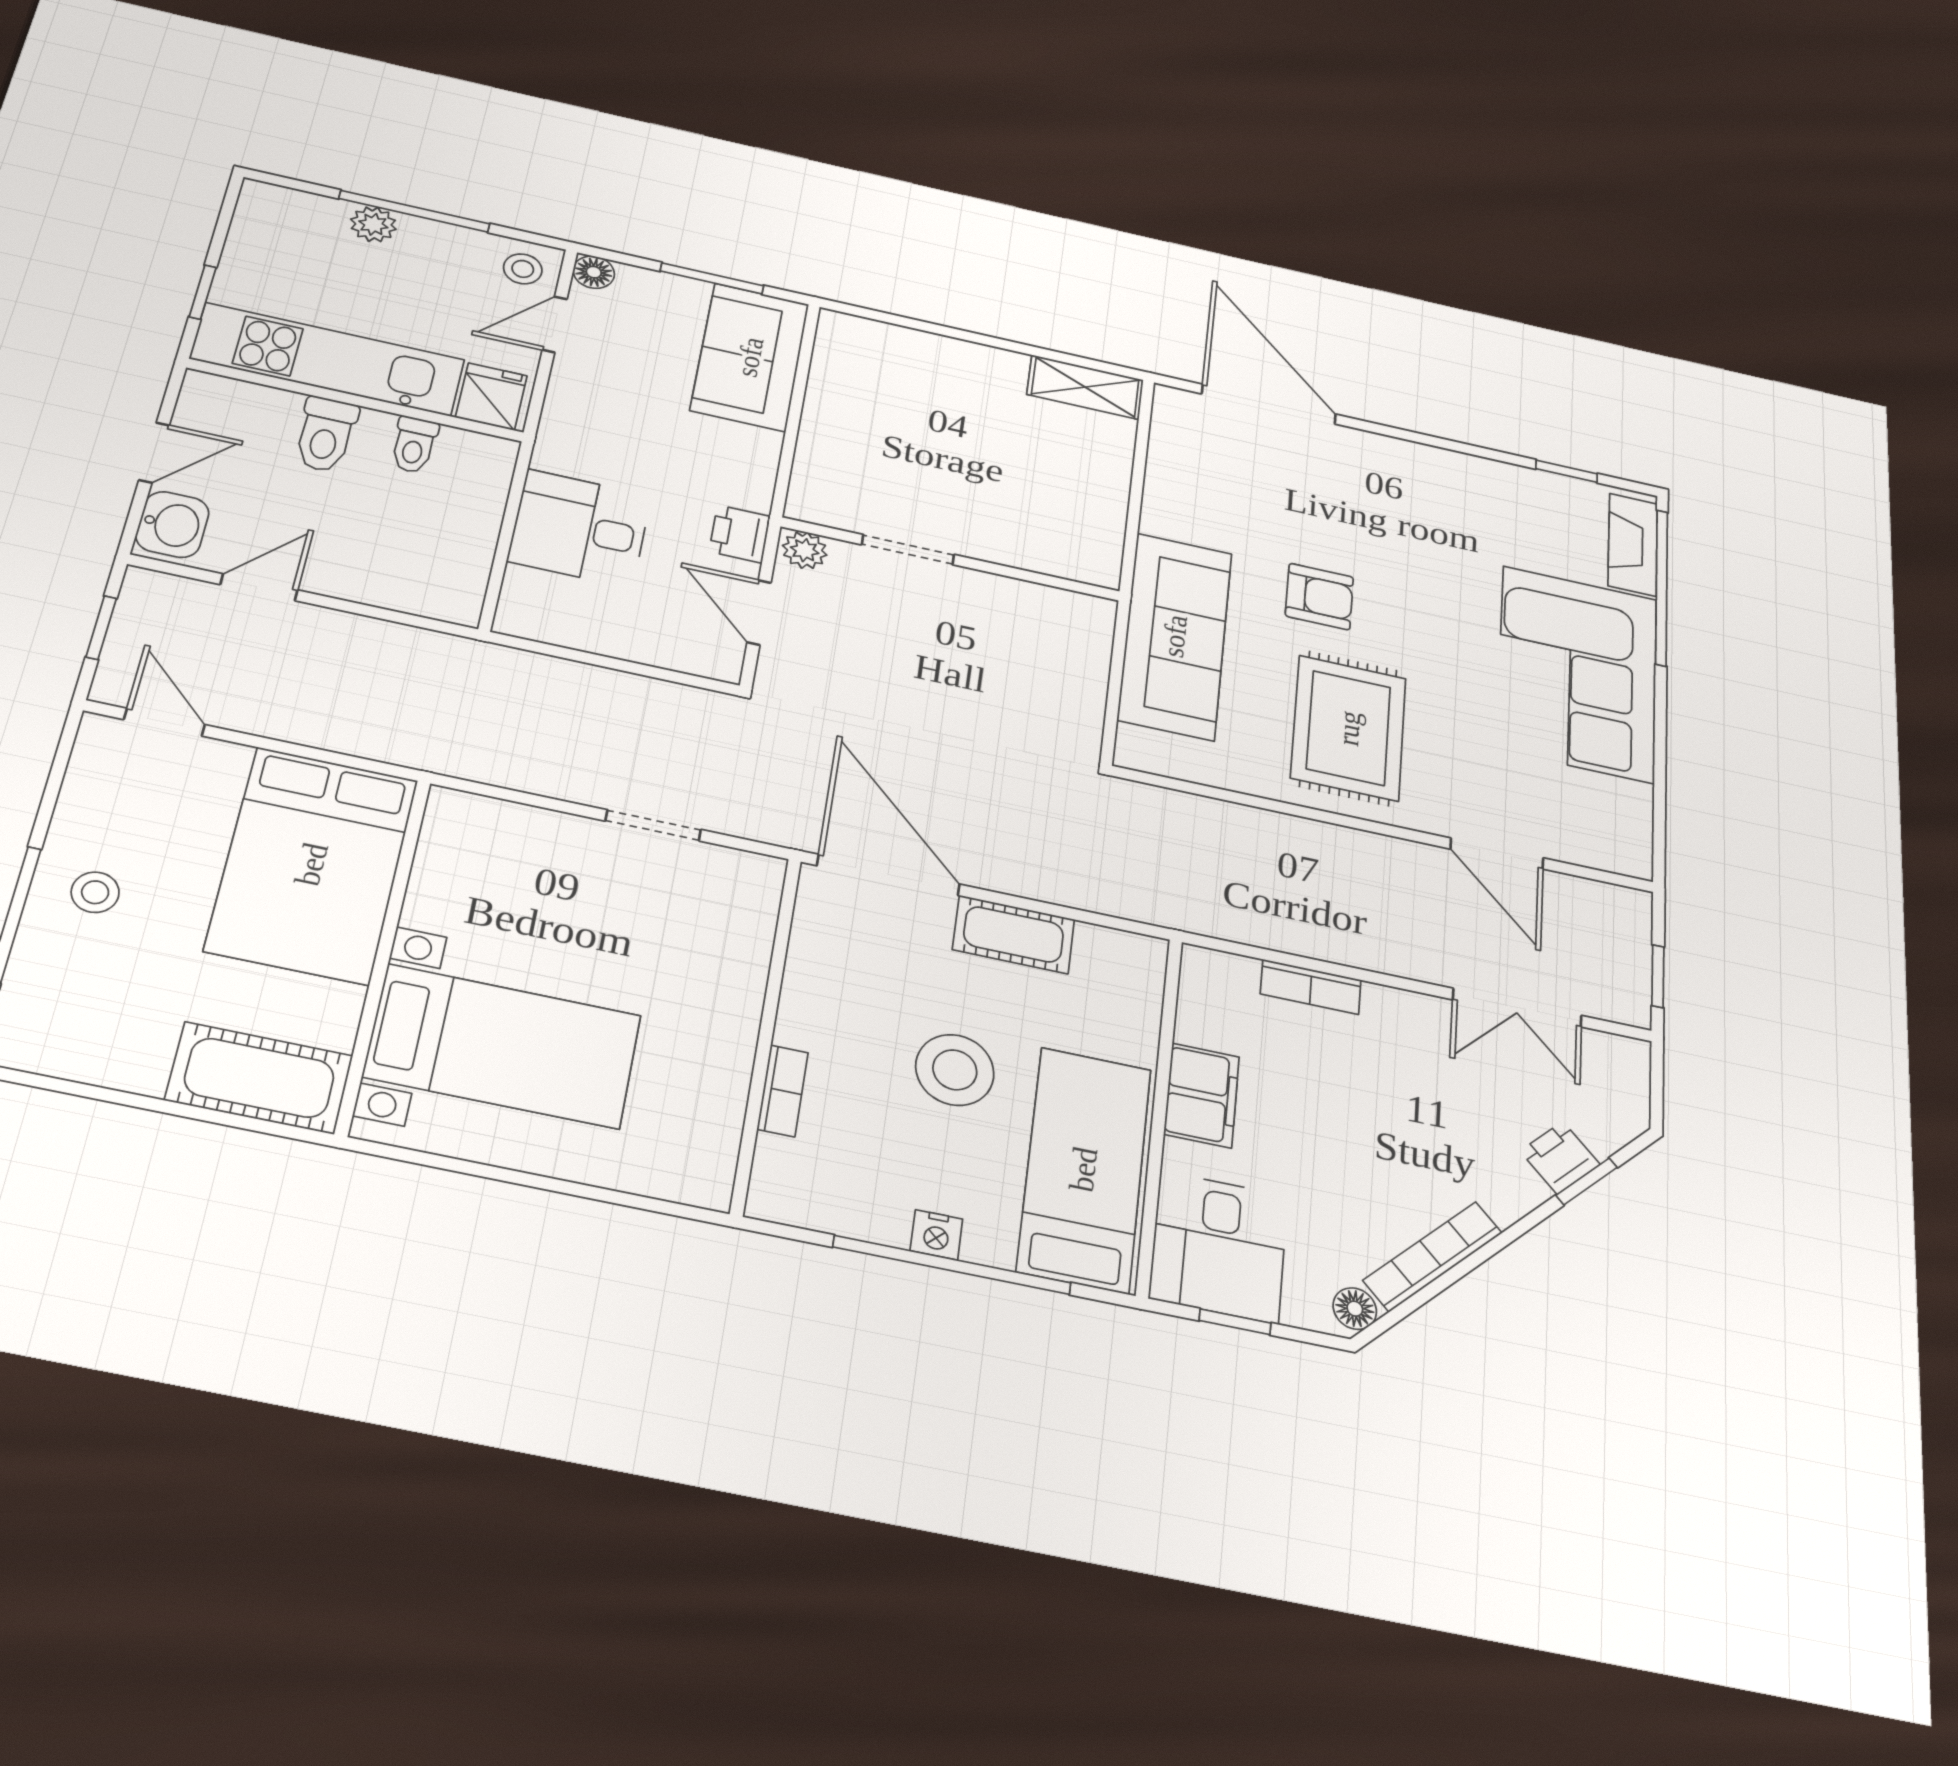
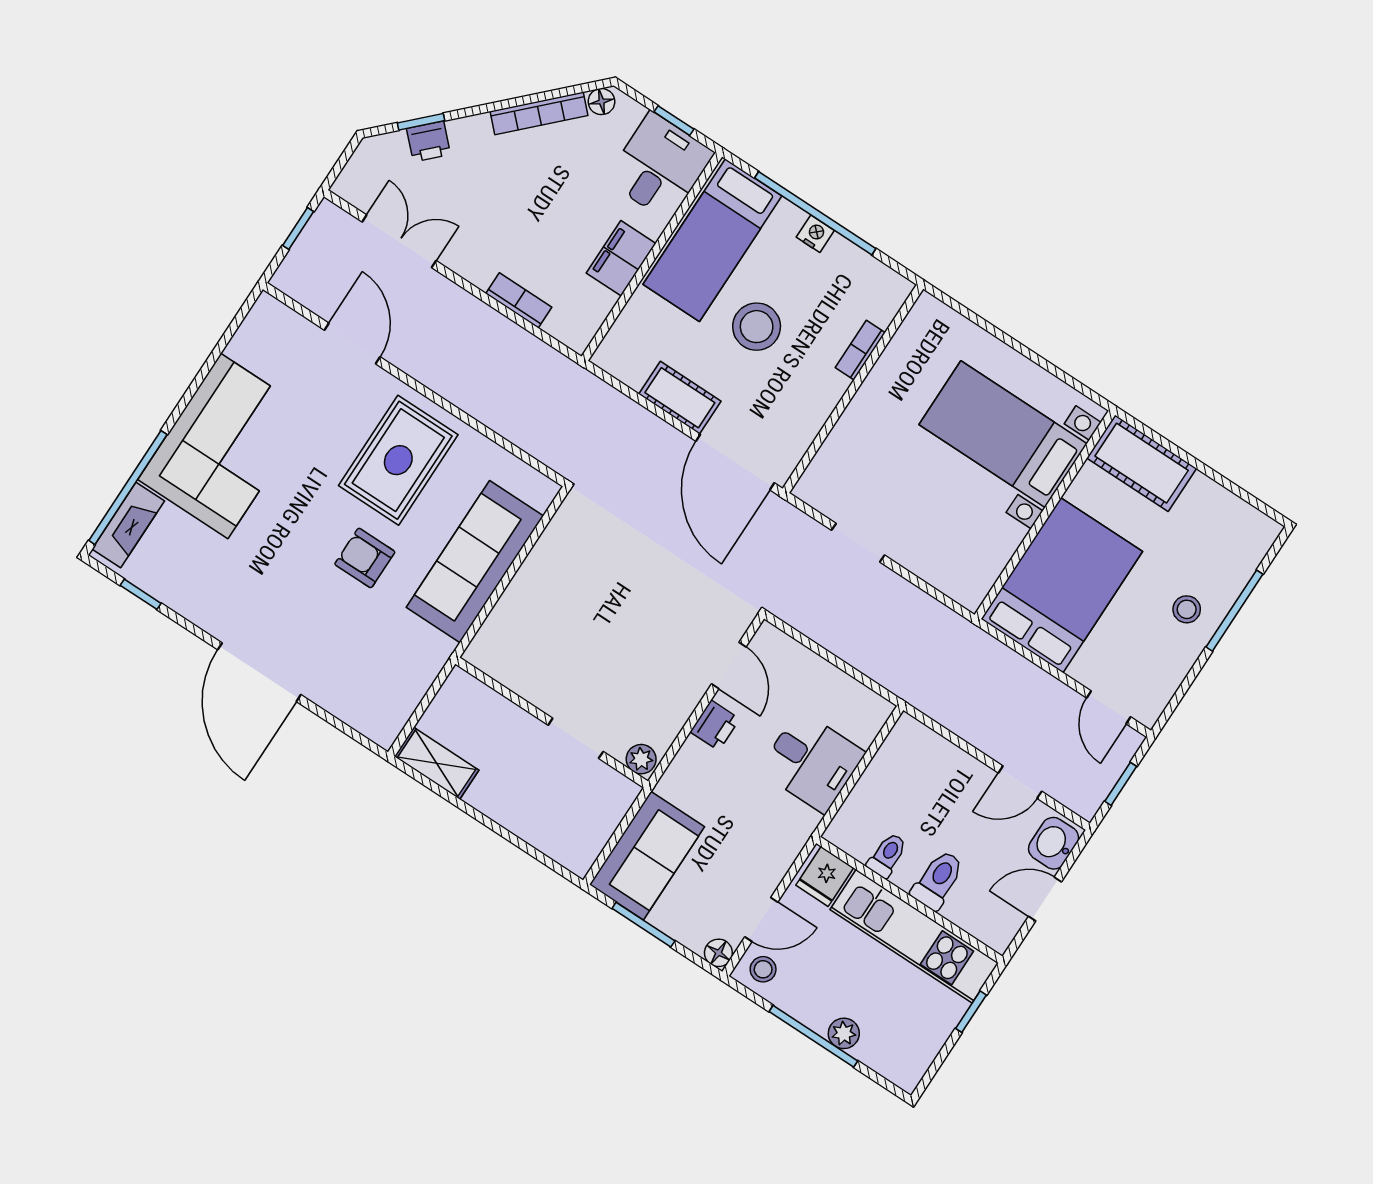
door: (1269, 404) -> (259, 672), moved
plant: (805, 550) -> (641, 759), moved
doorway: (908, 550) -> (576, 738), moved
wall: (951, 559) -> (552, 723), moved

